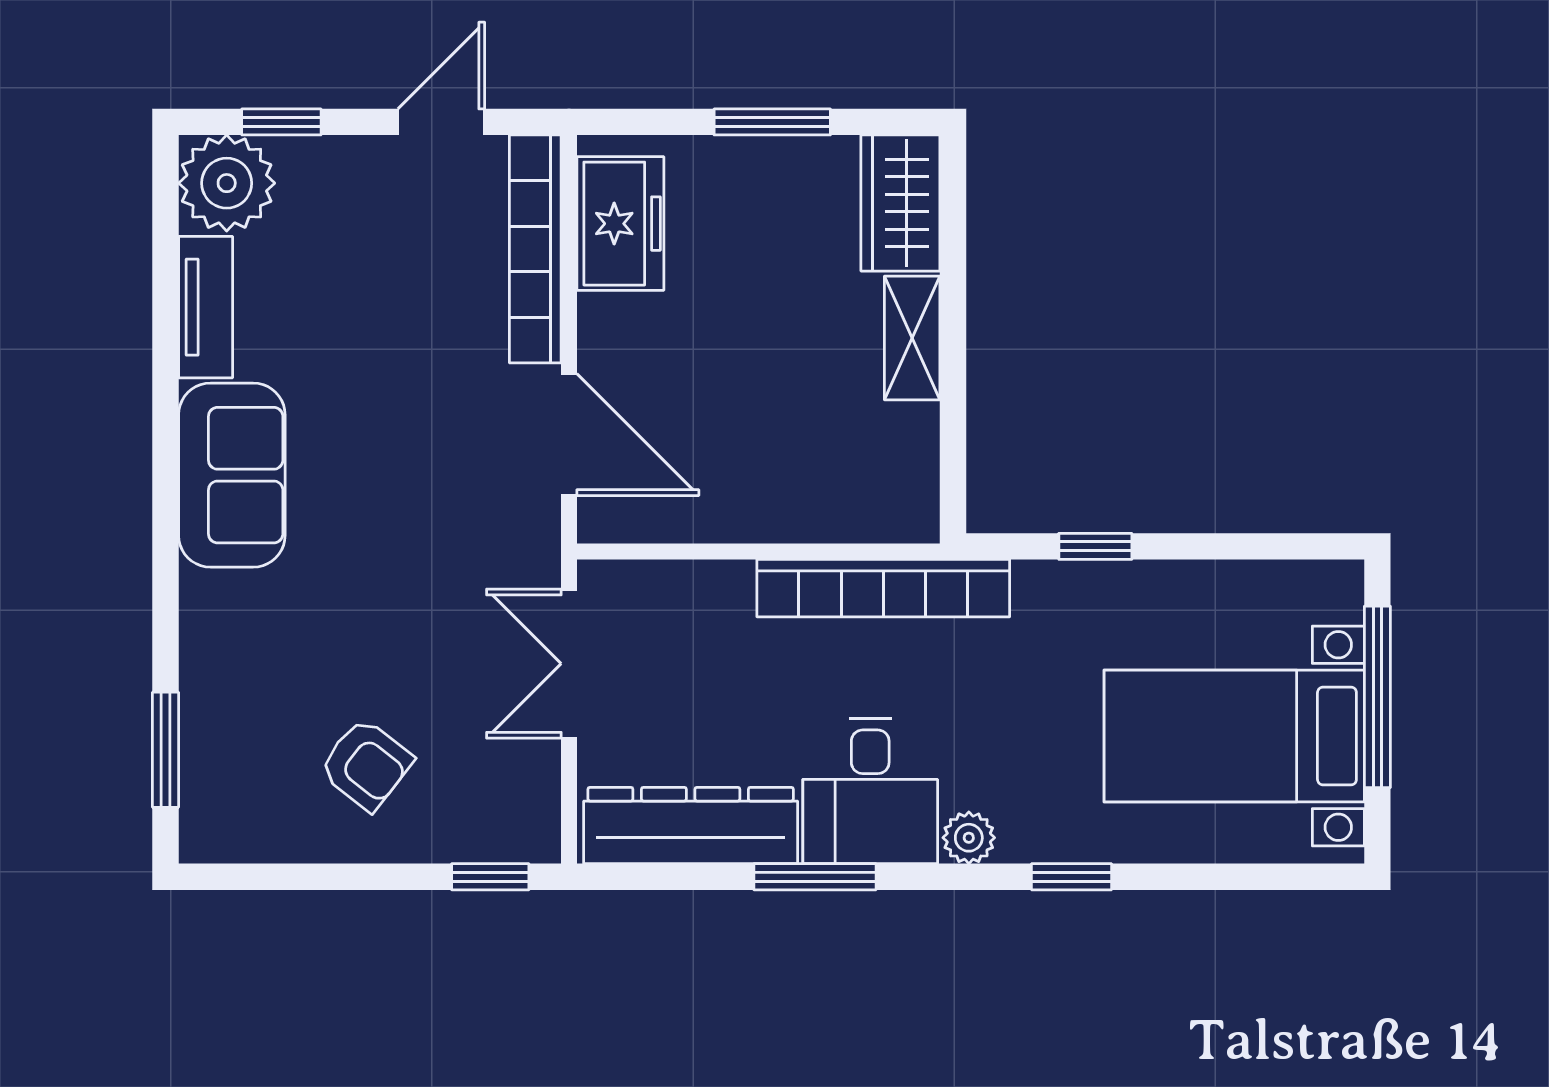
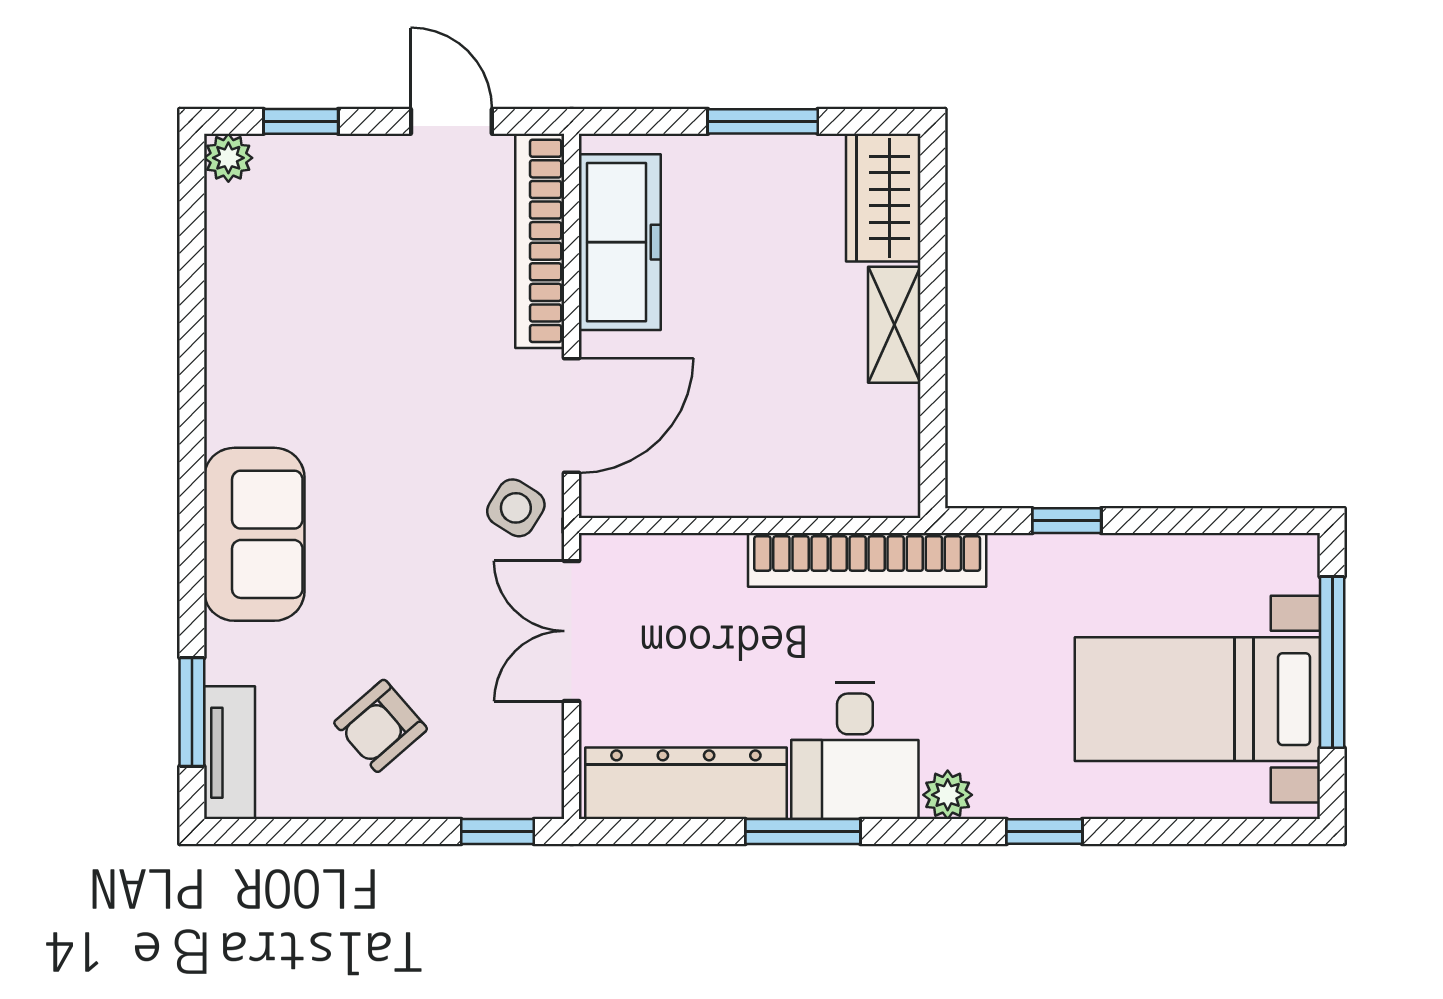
door: (441, 122) -> (451, 121), hinge flipped
plant: (227, 183) -> (228, 158), width x0.53, depth x0.53
freezer: (620, 224) -> (620, 242), width x1.40
tv unit: (206, 307) -> (230, 753), moved
door: (569, 435) -> (572, 416), hinge flipped
sofa: (232, 475) -> (254, 534), moved
side table: (510, 533) -> (516, 508), added
armchair: (366, 764) -> (381, 726), turned 101

